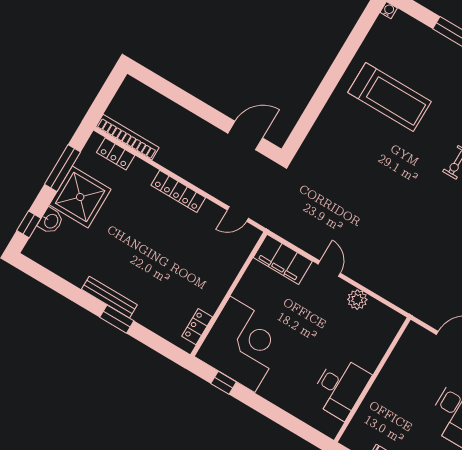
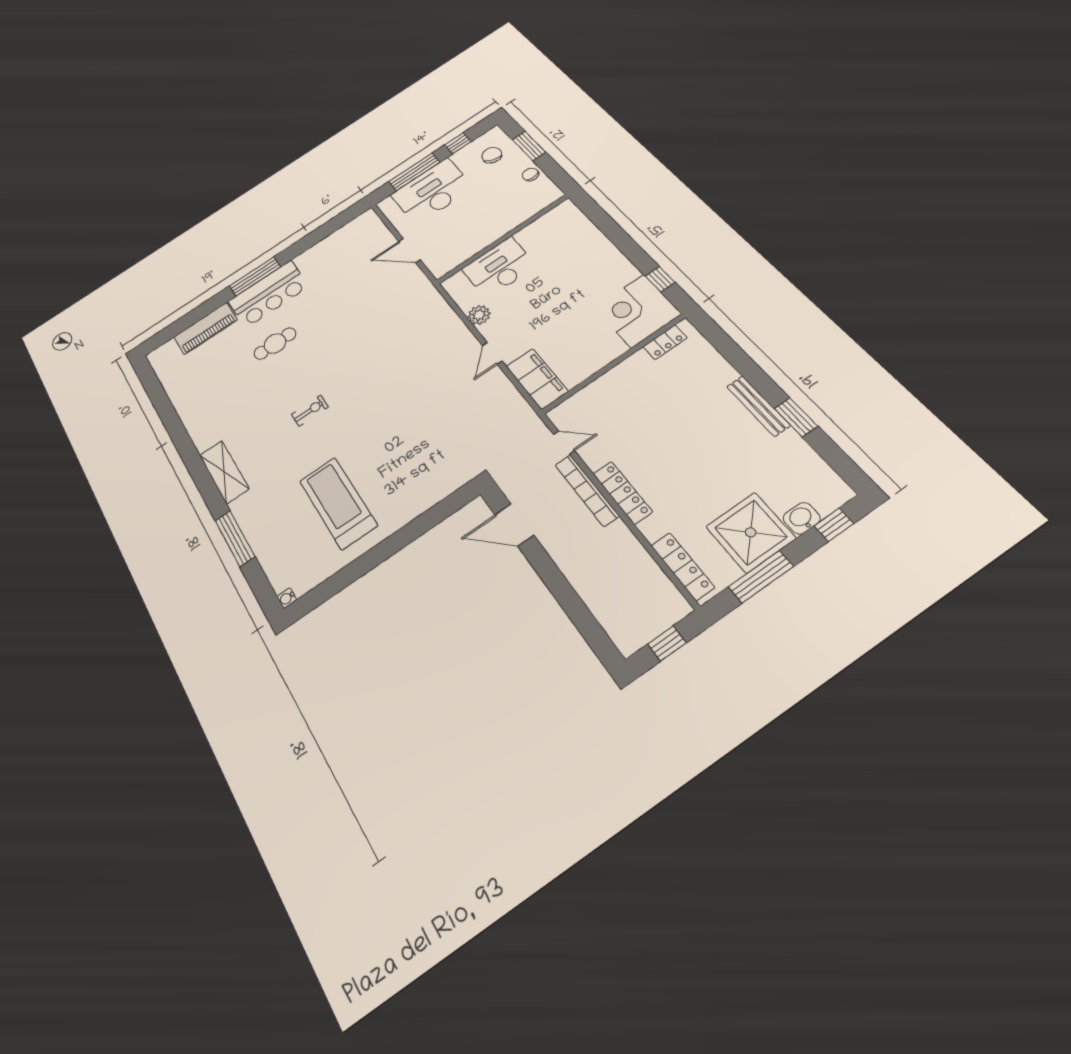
window: (105, 97) -> (667, 643), added
bookcase: (127, 137) -> (587, 490), moved
locker: (116, 154) -> (683, 566), width x1.53
window: (117, 319) -> (796, 417), moved
corner desk: (242, 344) -> (638, 311), width x0.74, depth x0.74
desk: (340, 387) -> (499, 267), moved

